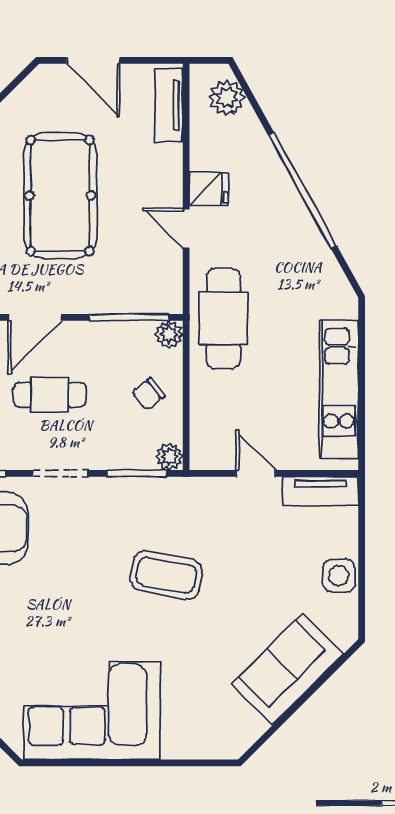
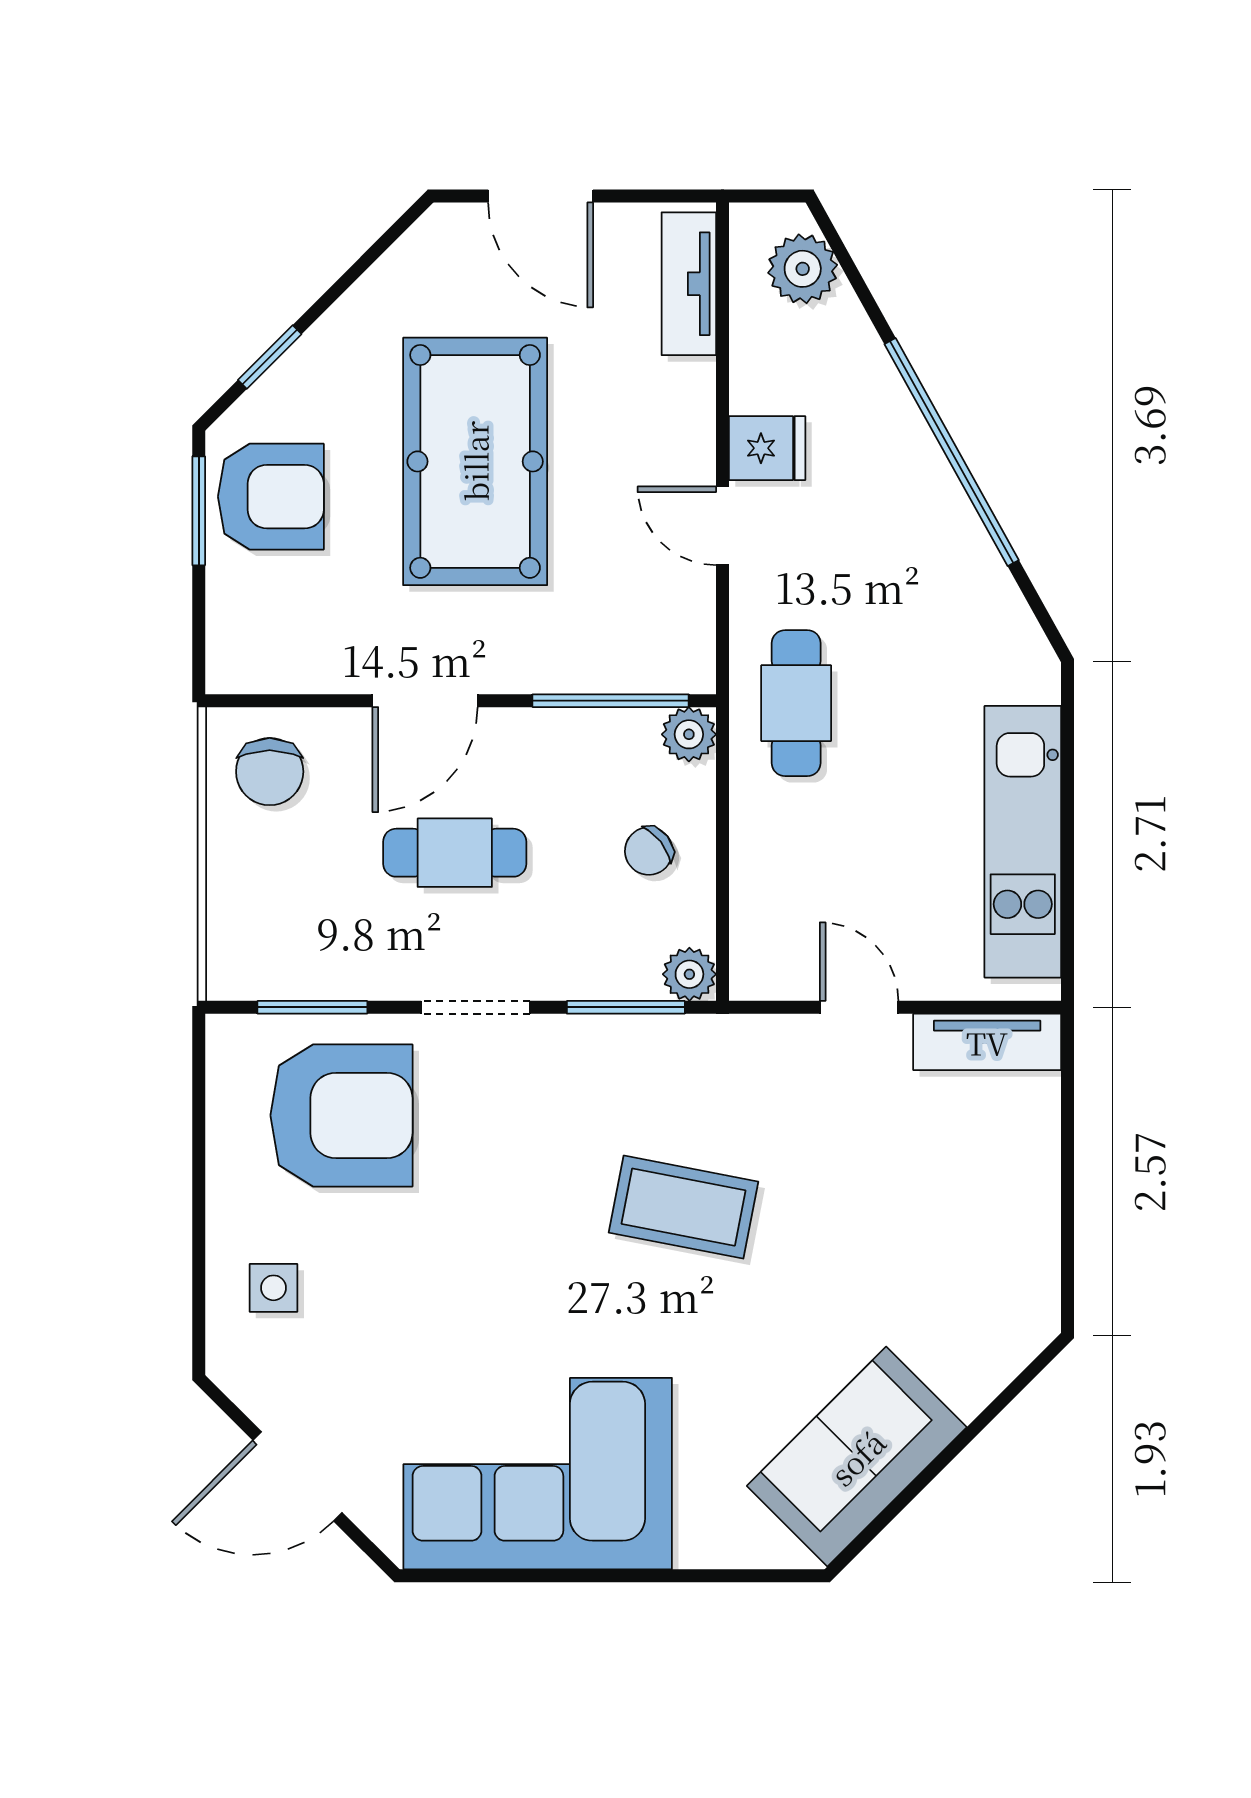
cafe table: (224, 319) -> (796, 703), width x0.73, depth x0.74
side table: (339, 576) -> (1023, 1208), removed
sofa: (288, 669) -> (857, 1457), moved

